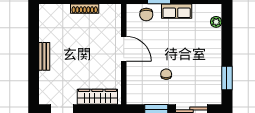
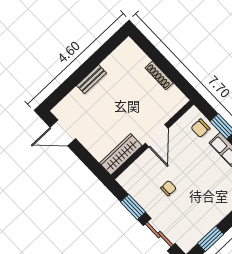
wardrobe: (97, 97) -> (121, 154), moved, turned -90

